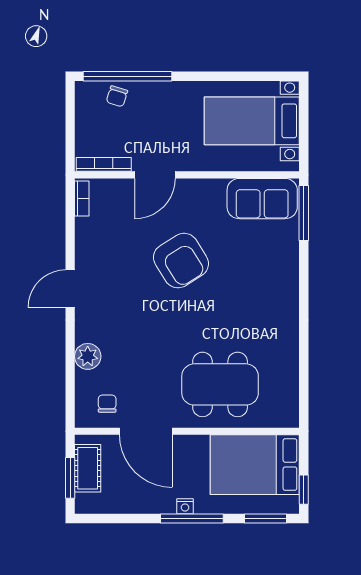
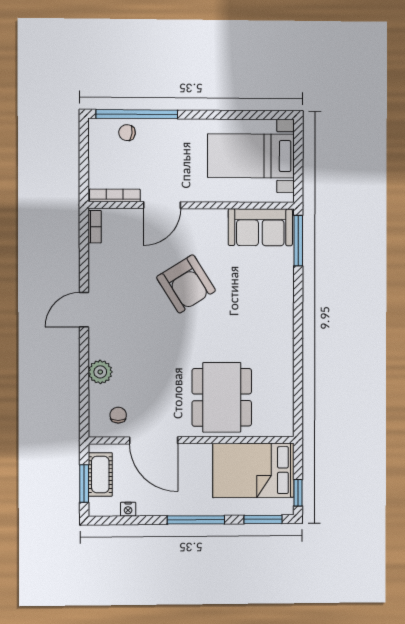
chair: (117, 96) -> (127, 133), turned 80
dining table: (220, 384) -> (222, 397), turned 90
nightstand: (185, 506) -> (128, 509), moved

